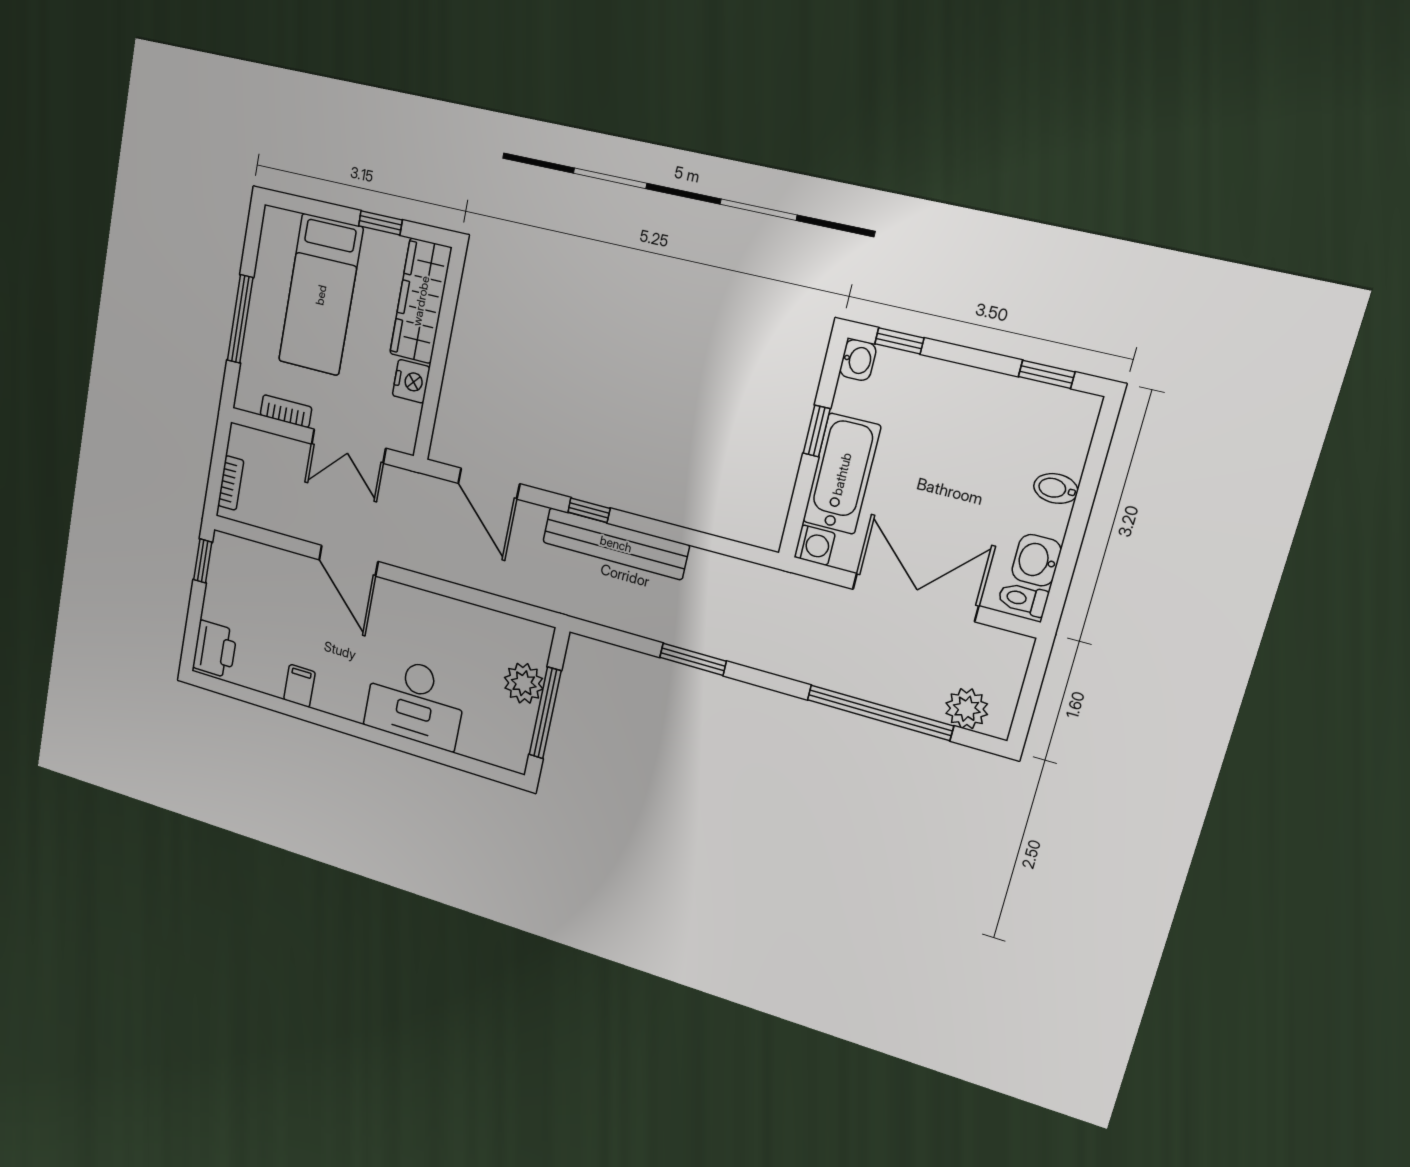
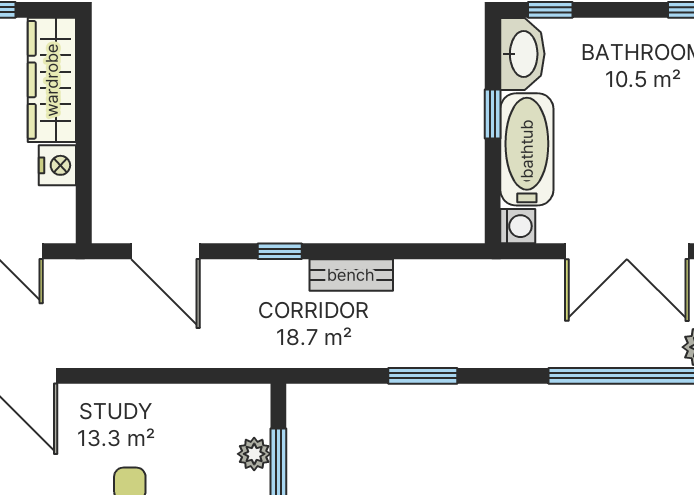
washbasin: (858, 360) -> (522, 54), width x1.91, depth x1.45
bench: (616, 544) -> (351, 275), width x0.54, depth x0.82
double door: (915, 597) -> (627, 251), swing flipped
plant: (524, 683) -> (254, 454), width x0.73, depth x0.73

